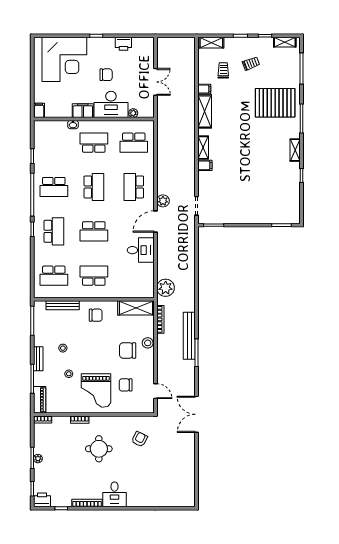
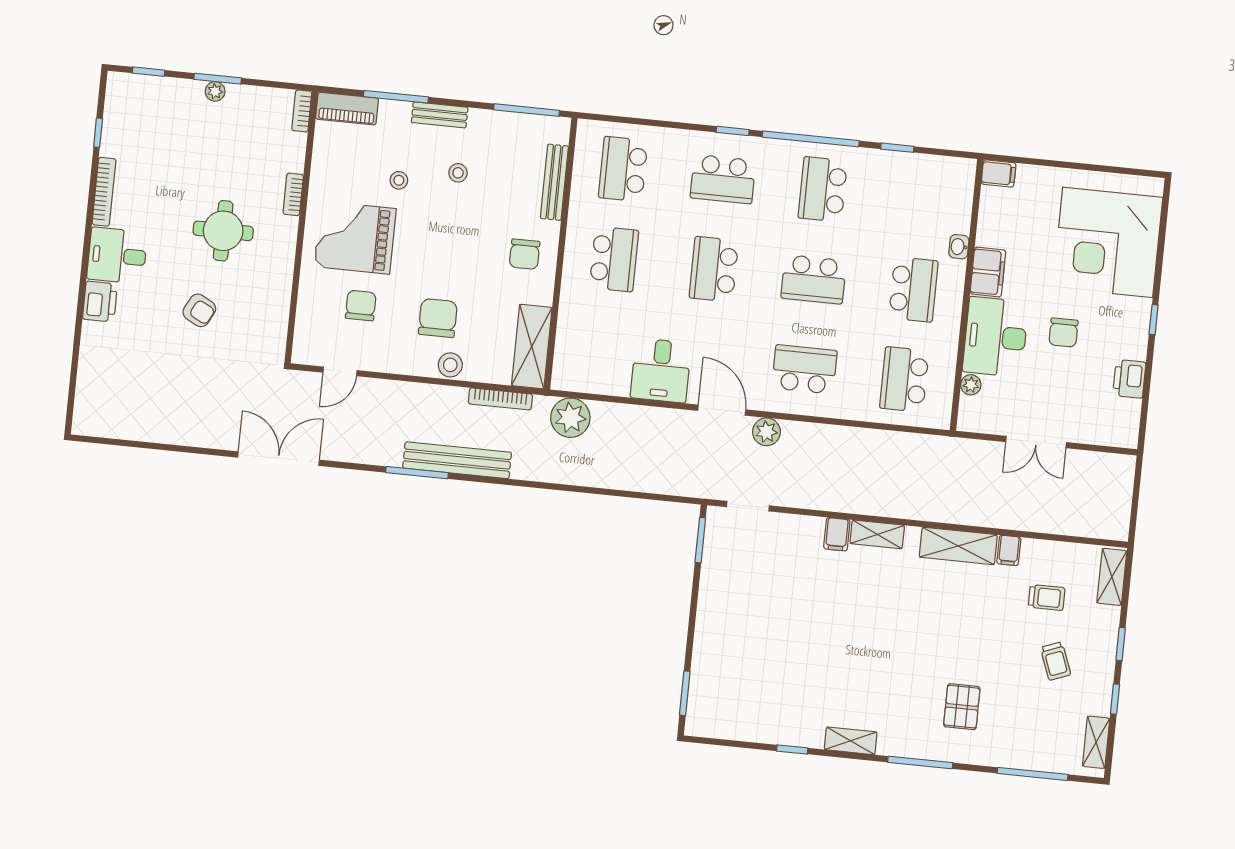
pallet: (275, 103) -> (962, 707), width x0.49, depth x0.50
armchair: (139, 439) -> (199, 310), moved
printer: (42, 500) -> (100, 302), moved

